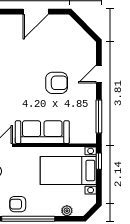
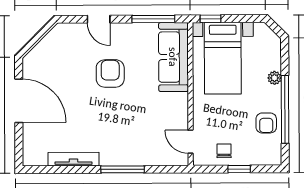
door: (36, 12) -> (19, 101), width x1.36
sofa: (42, 132) -> (173, 57), moved
plant: (67, 211) -> (274, 78), moved

